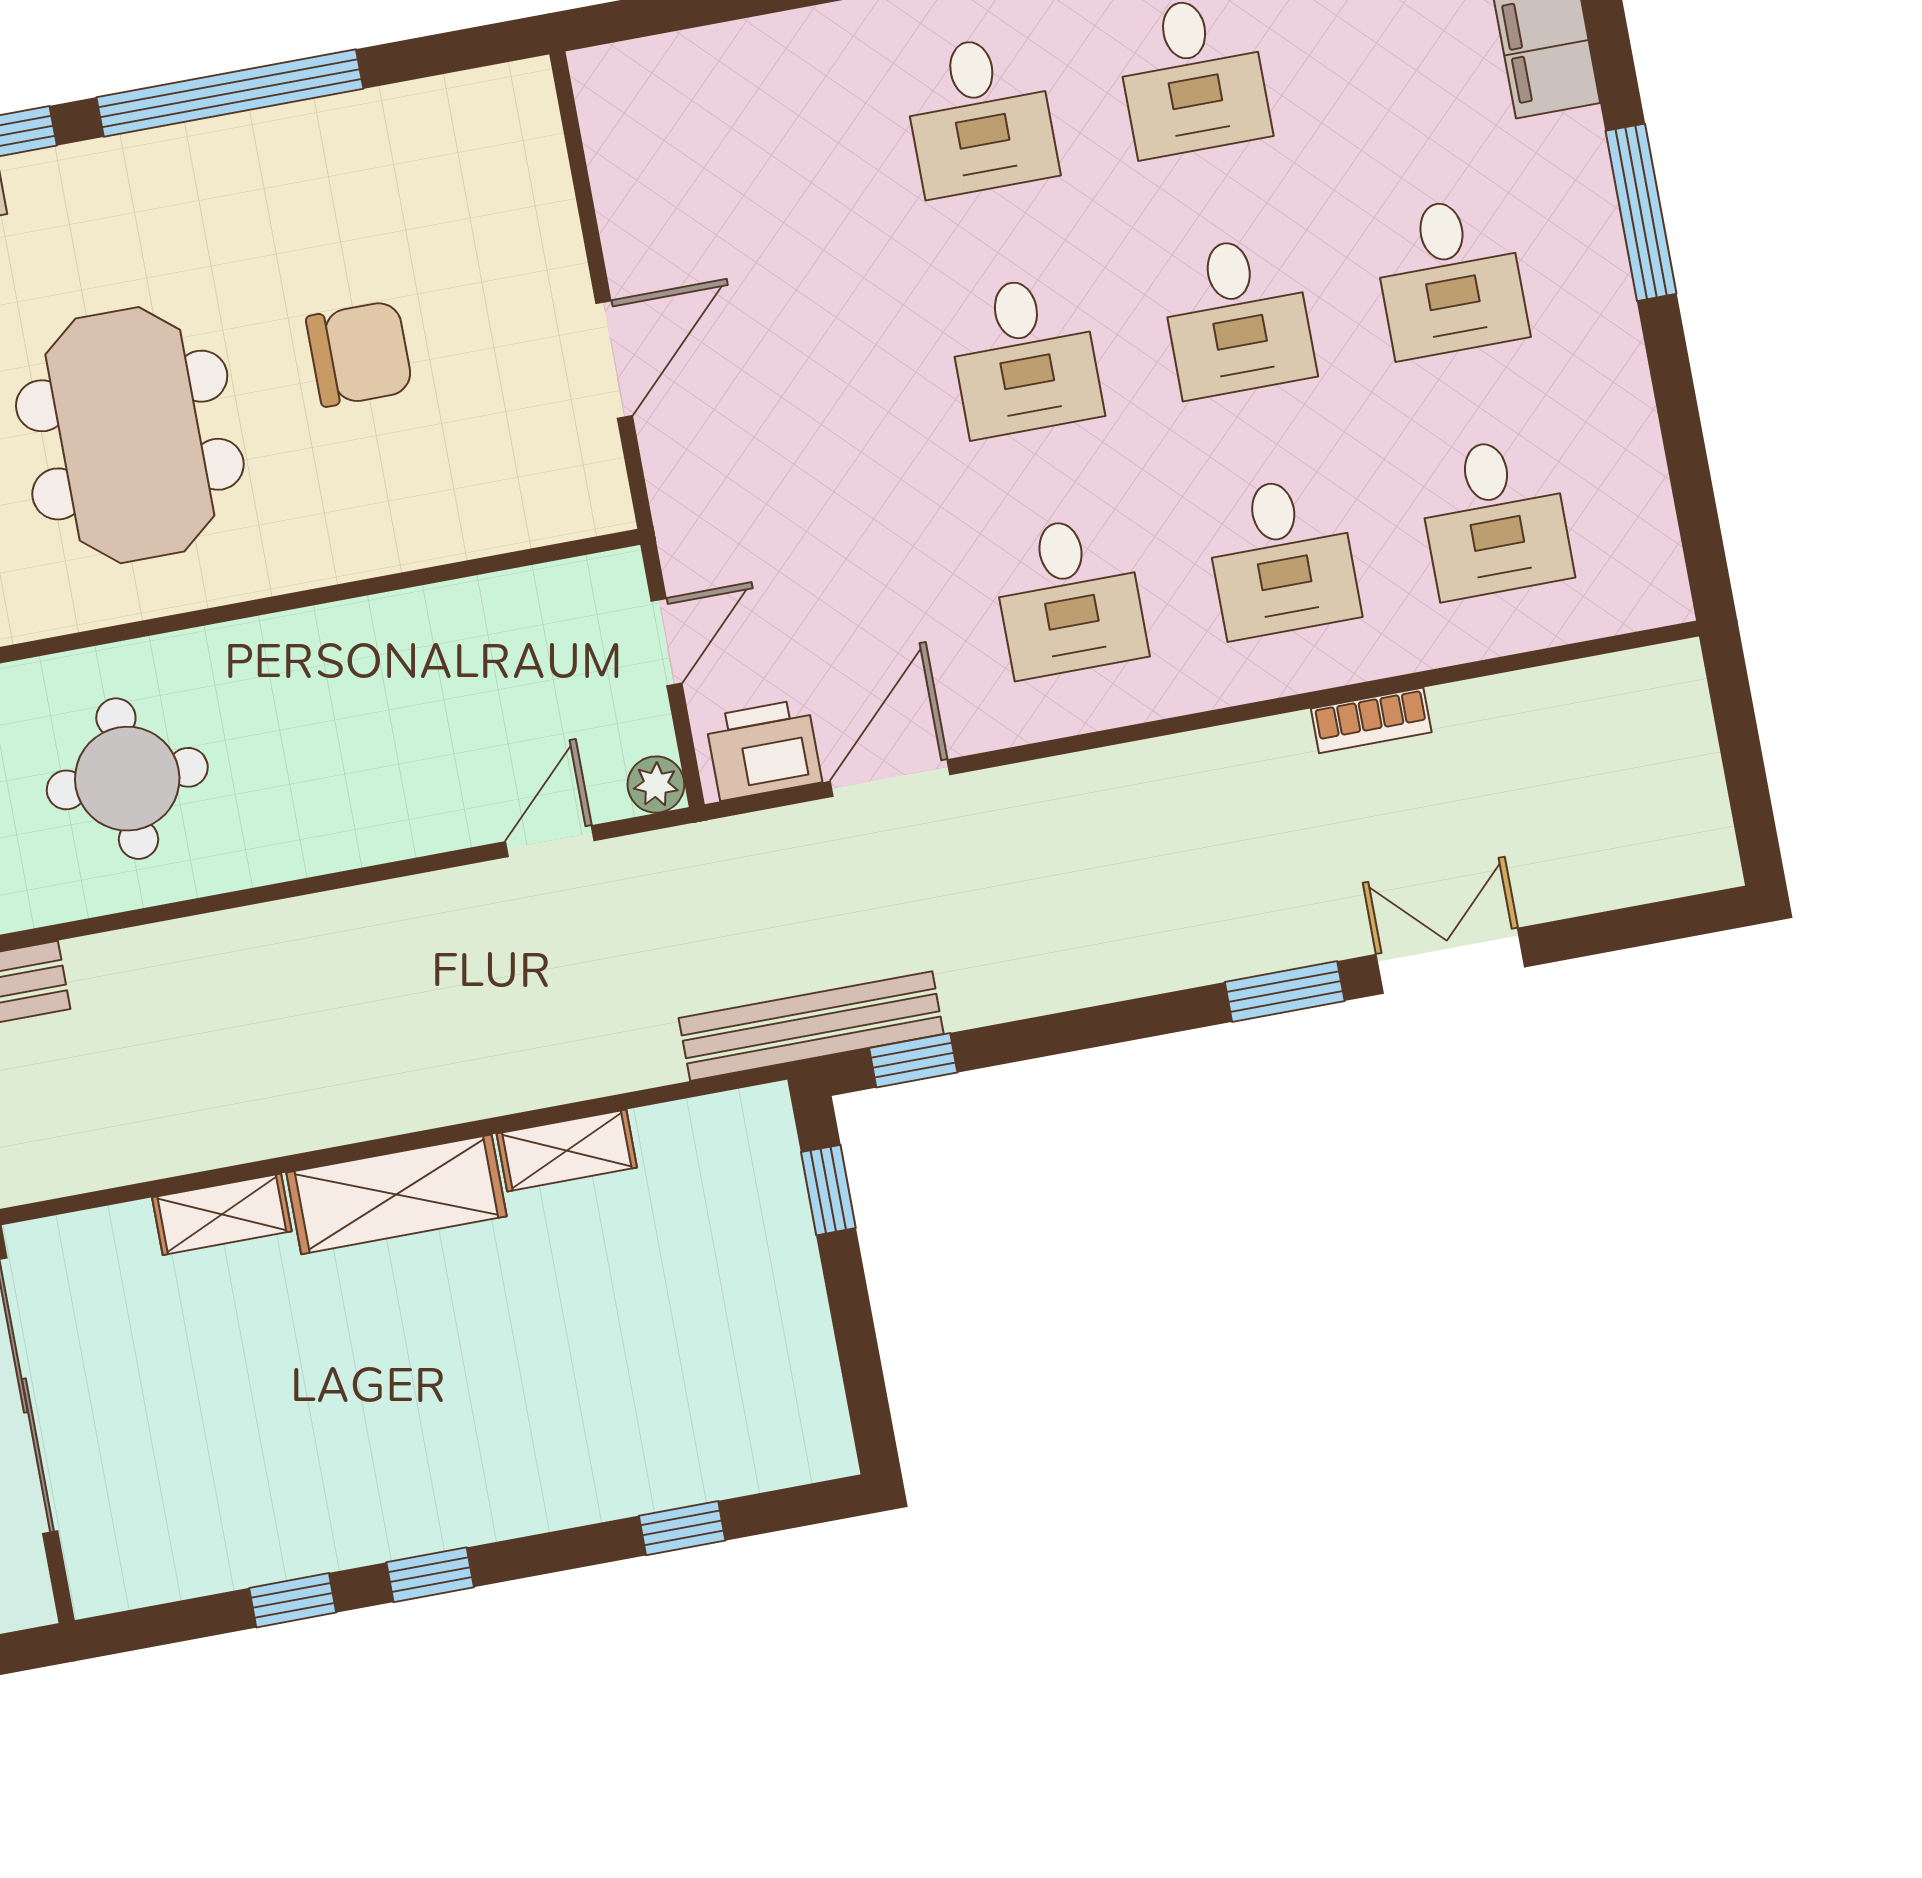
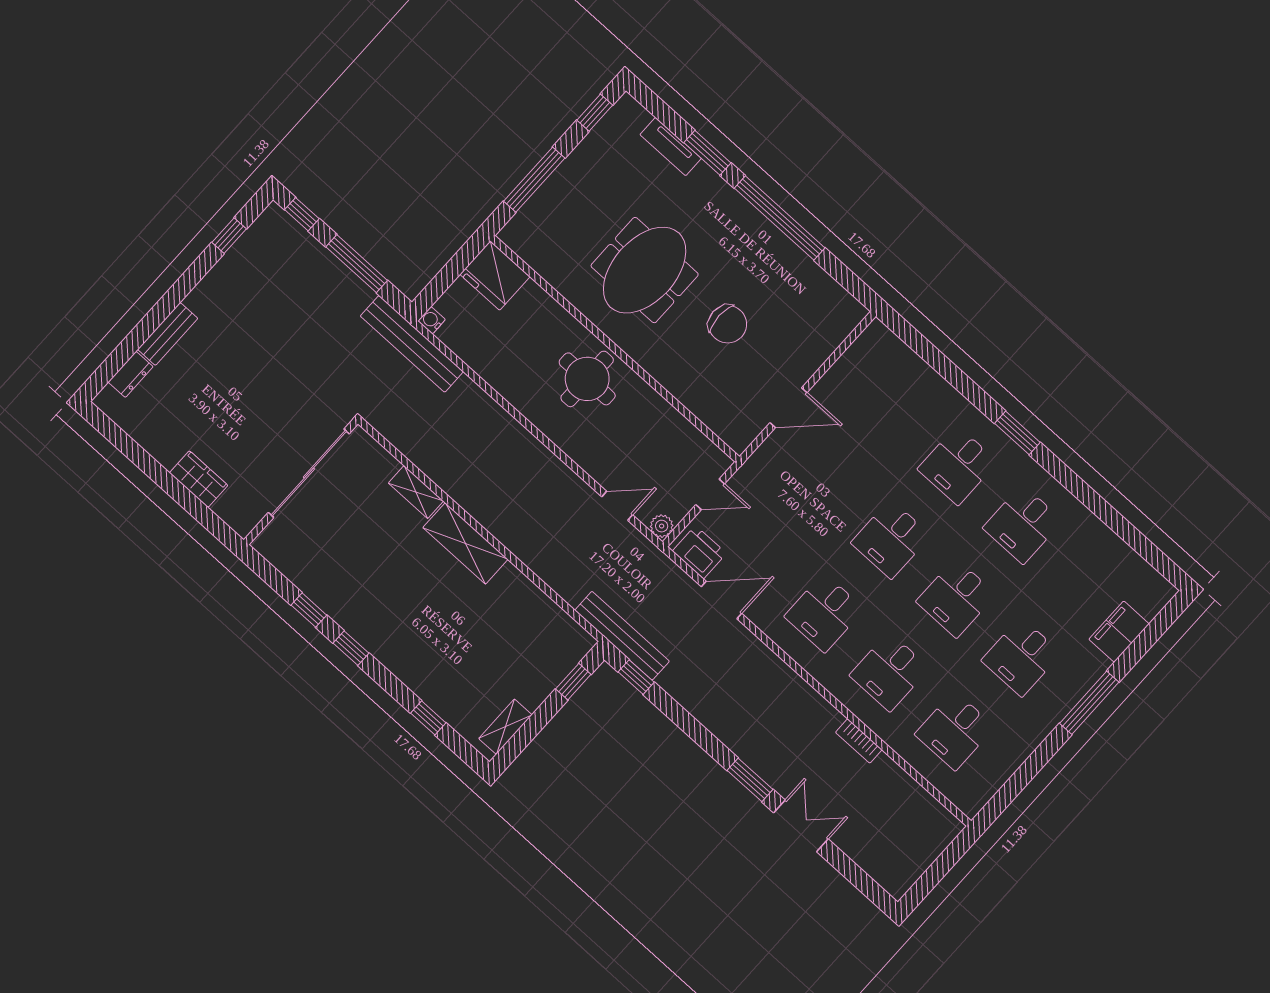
round table: (127, 779) -> (587, 379), moved
shelving: (567, 1151) -> (505, 727), moved, turned 90

